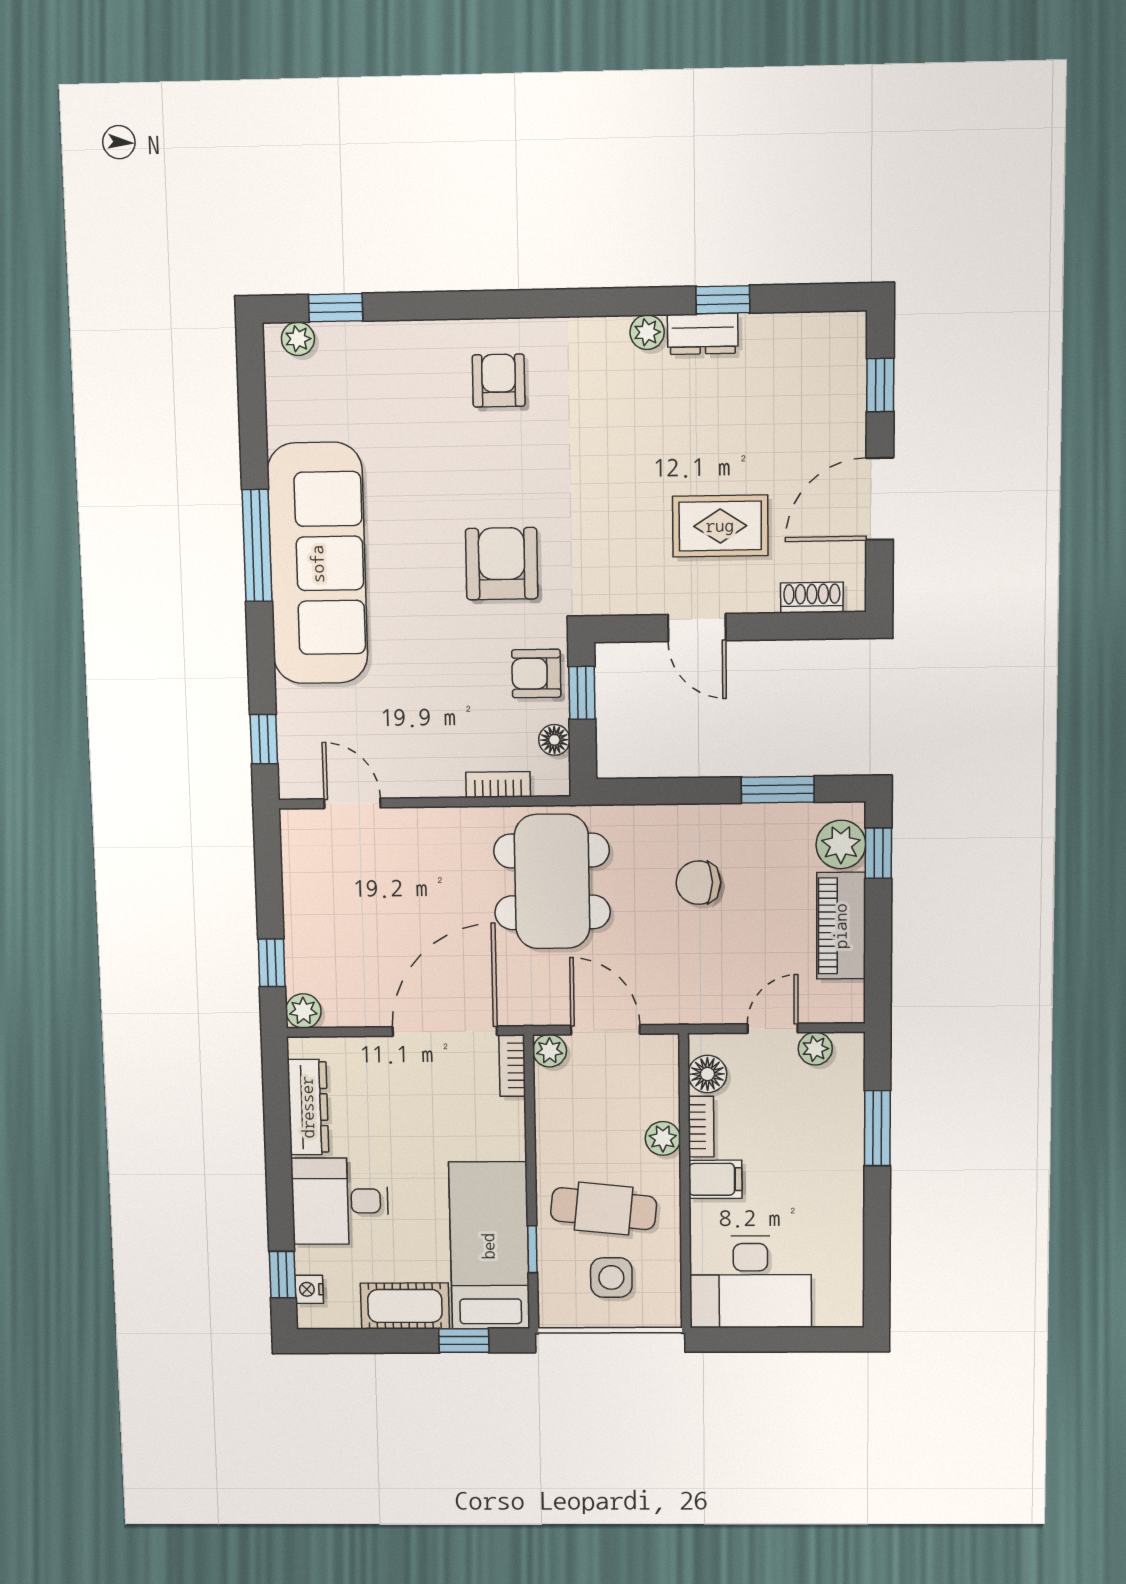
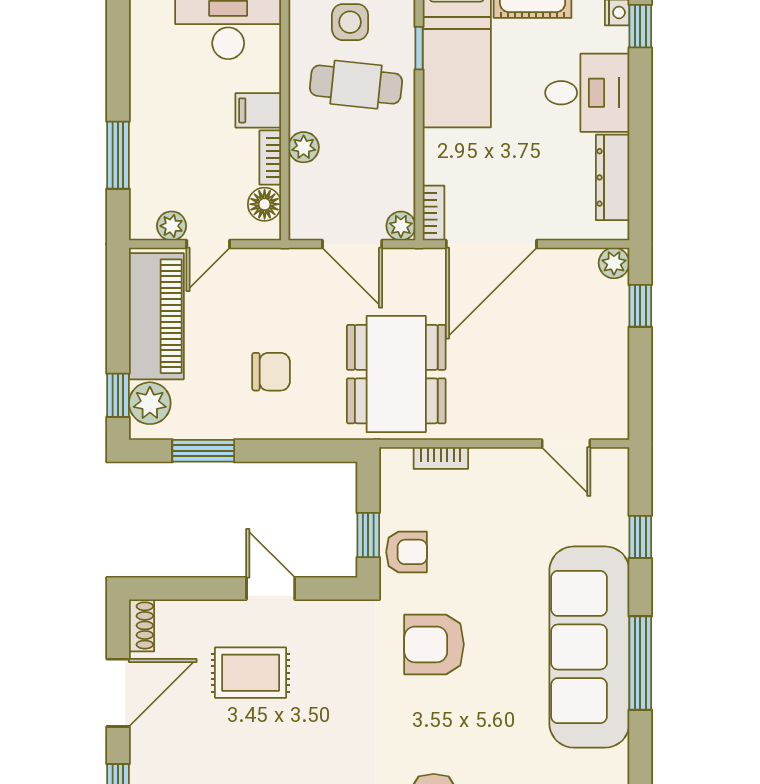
armchair: (502, 564) -> (434, 644), turned 90
shoe rack: (812, 598) -> (142, 625), moved, turned -90
window: (264, 739) -> (640, 537), moved
floor lamp: (554, 740) -> (392, 496), removed
piano: (841, 926) -> (156, 316), width x1.37, depth x1.33

